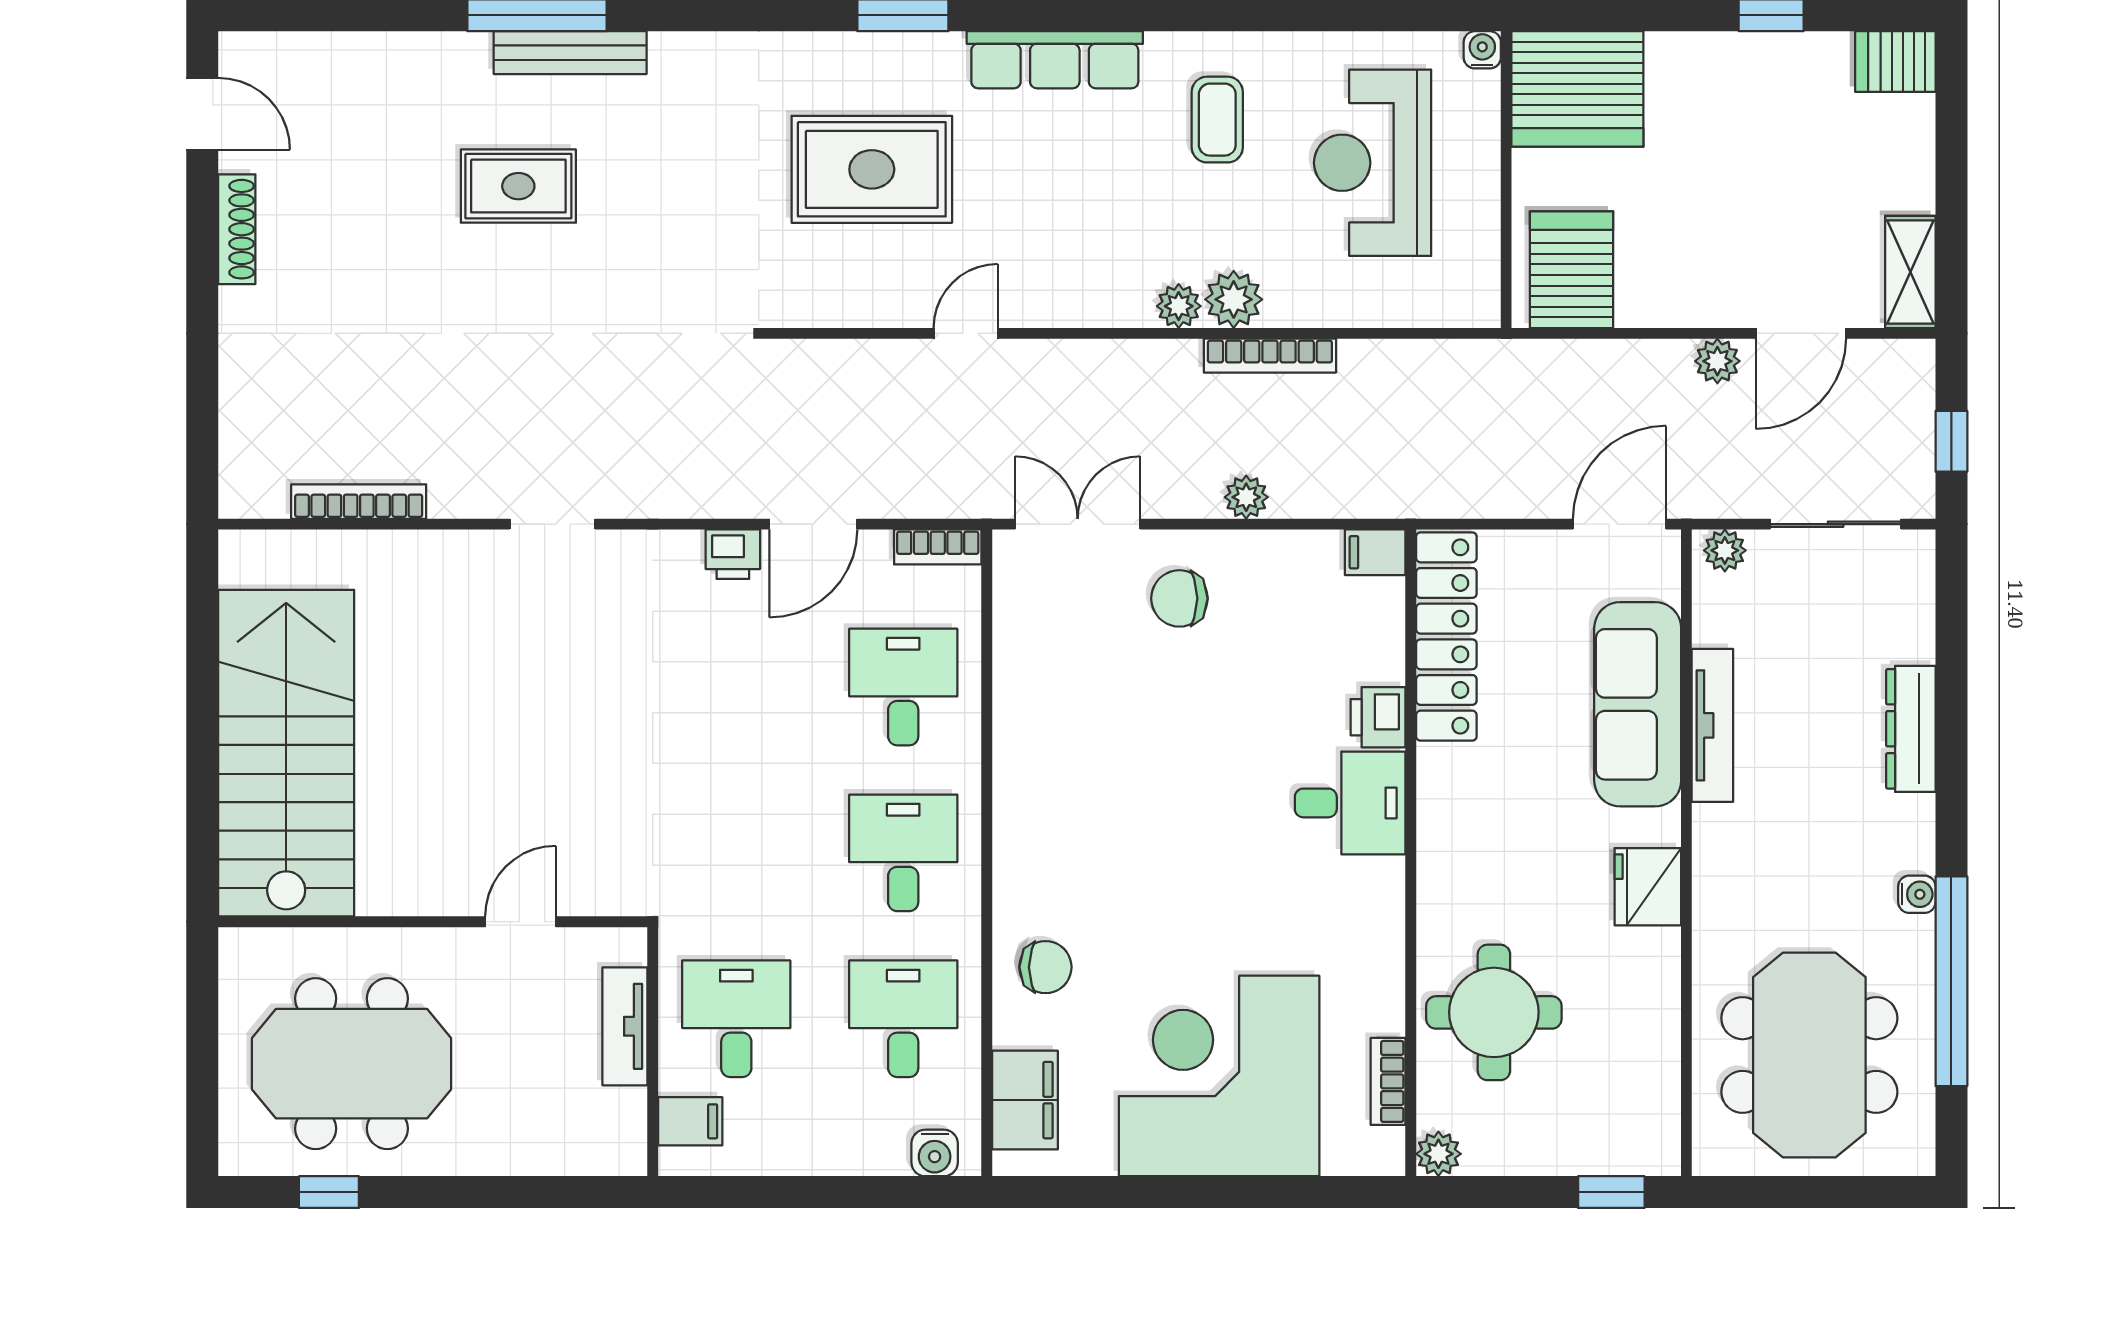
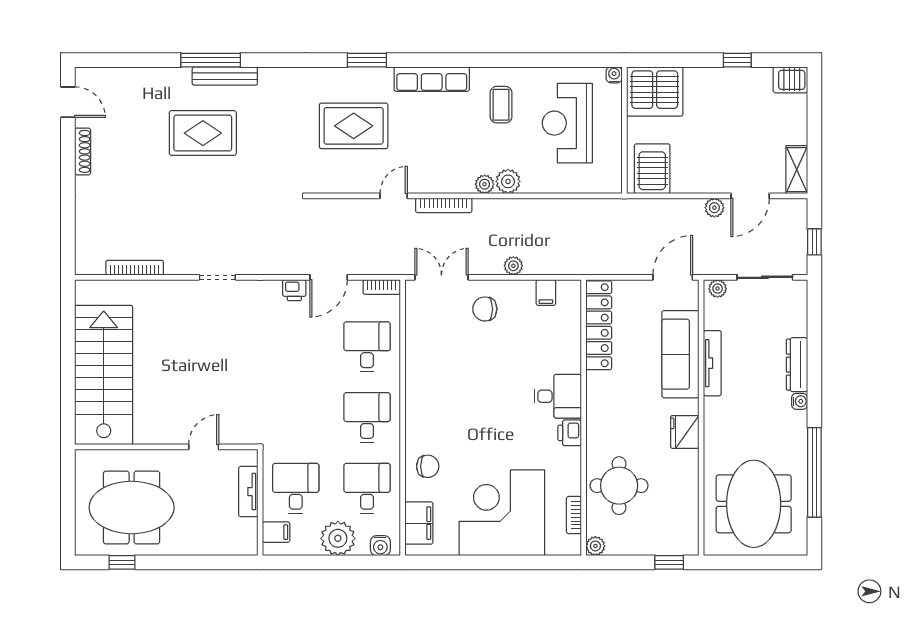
rug: (518, 186) -> (203, 133), width x1.36, depth x1.43
bookcase: (1270, 356) -> (444, 205), moved
filing cabinet: (1375, 552) -> (546, 293), moved, turned -90
printer: (1378, 717) -> (570, 433), moved
water cooler: (1917, 894) -> (800, 401), moved
plant: (835, 1136) -> (338, 538), added

